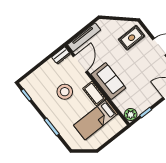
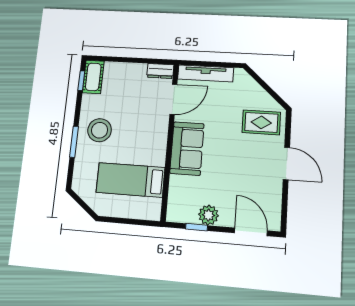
stool: (65, 92) -> (100, 130), moved
cot: (94, 93) -> (93, 77), moved
plant: (131, 114) -> (208, 215), moved

